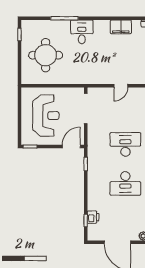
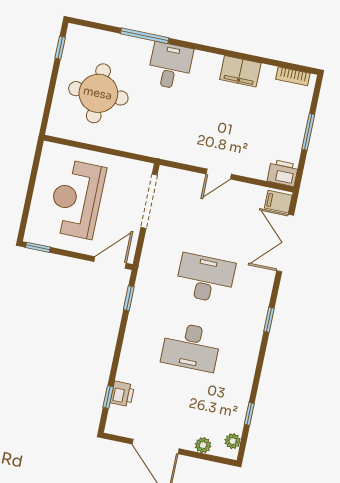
reception desk: (46, 116) -> (77, 199), turned 180

